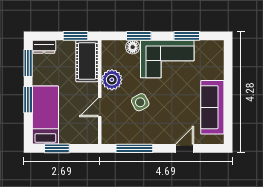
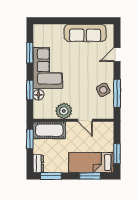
window: (28, 100) -> (90, 176), moved
side table: (140, 102) -> (103, 90), moved
door: (185, 148) -> (117, 55), hinge flipped

